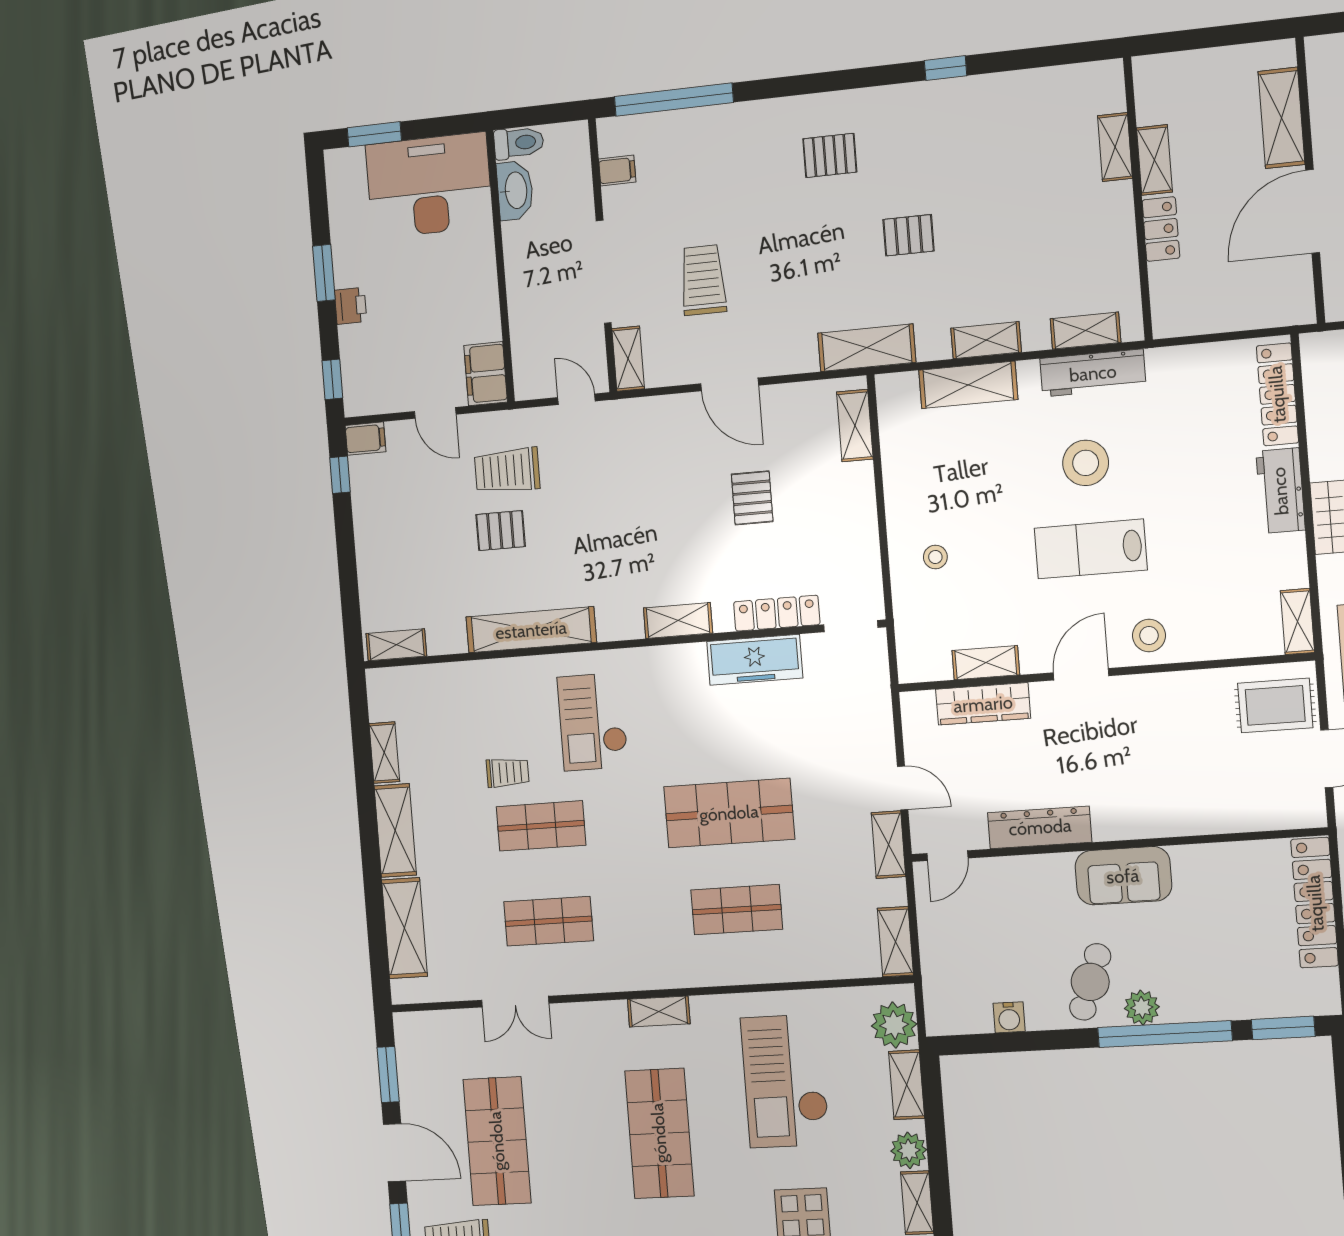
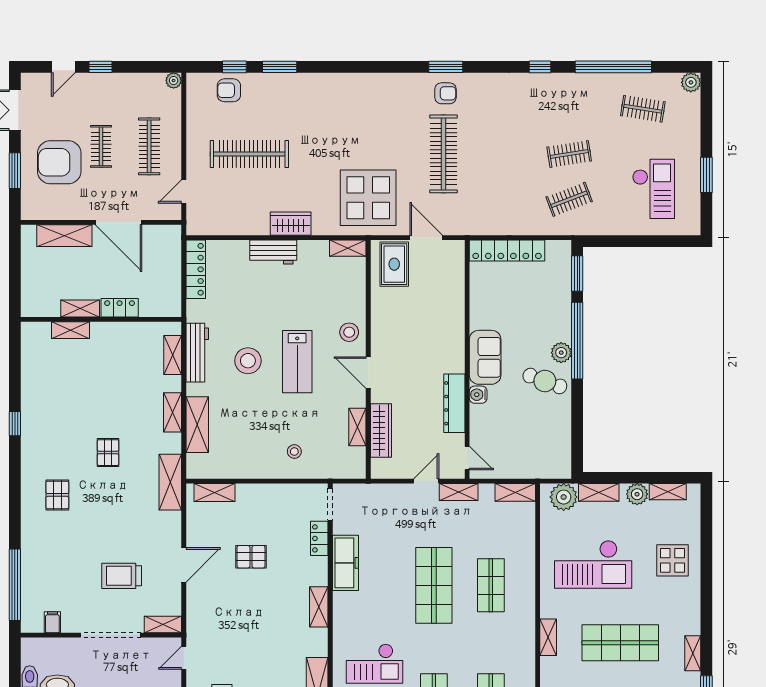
locker: (1277, 394) -> (196, 269), moved, turned -90
locker: (777, 613) -> (319, 538), width x0.66
water cooler: (1009, 1017) -> (478, 395), moved, turned 180

